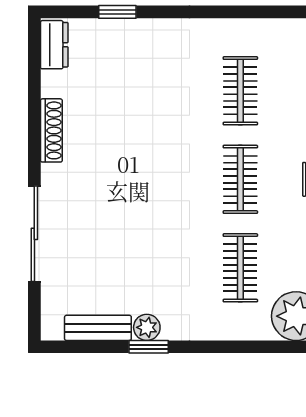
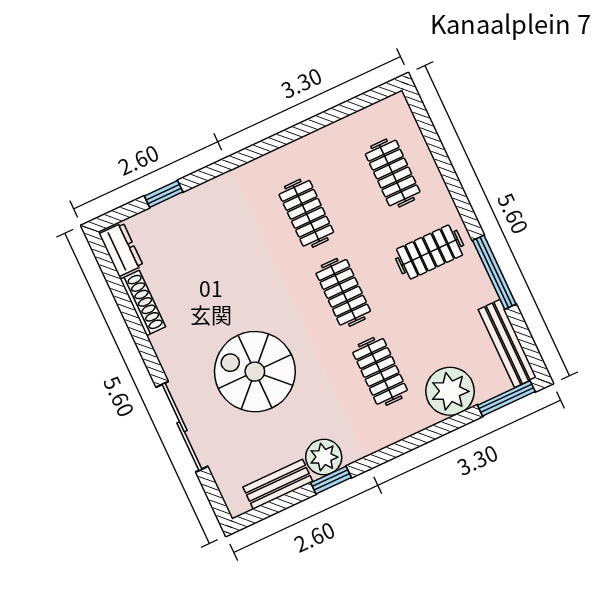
shoe rack: (51, 130) -> (143, 303), moved
spiral stairs: (125, 214) -> (255, 372), added
plant: (147, 327) -> (324, 457), width x1.38, depth x1.38

